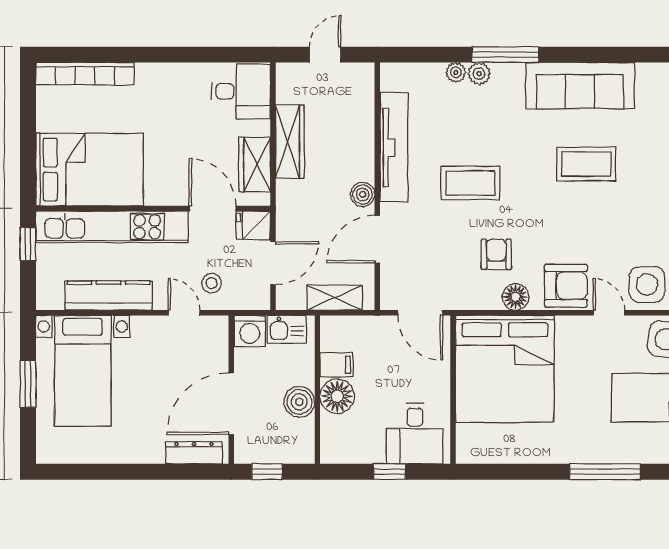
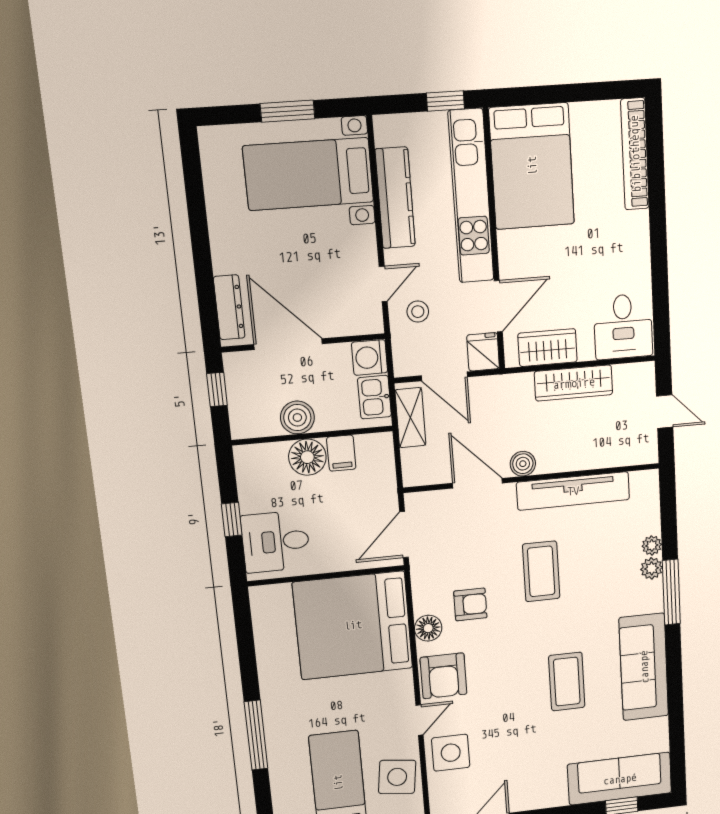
shelving: (335, 298) -> (410, 418), moved

